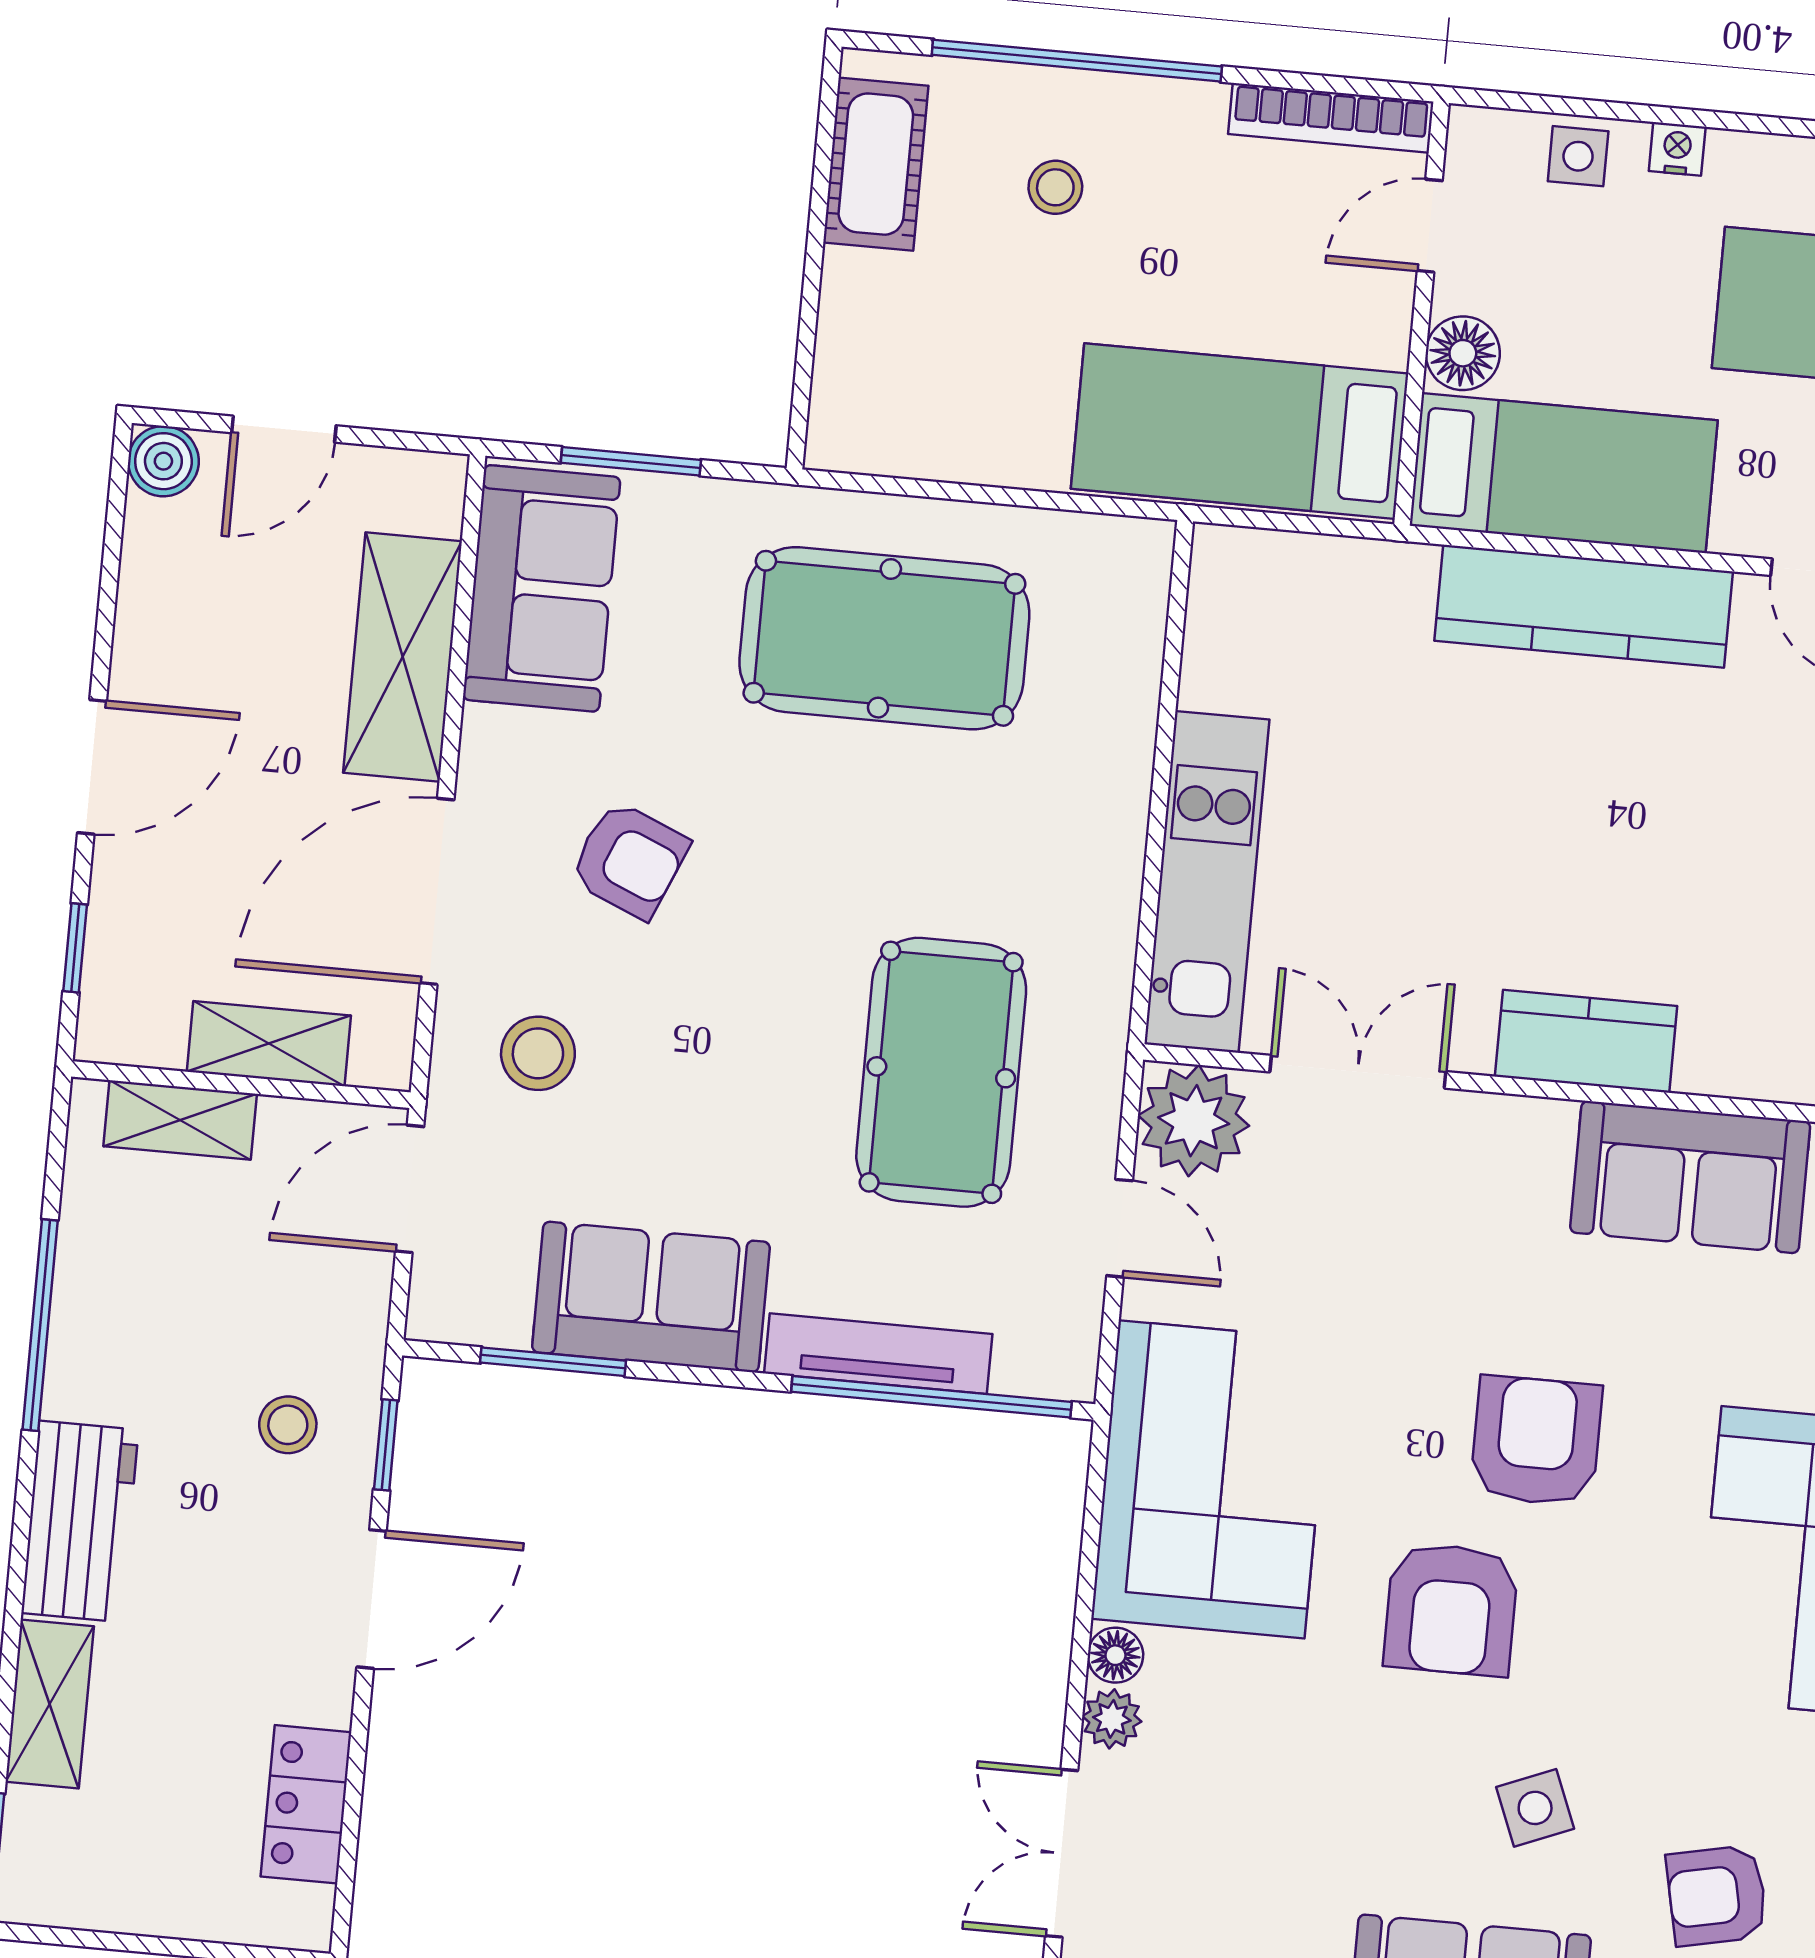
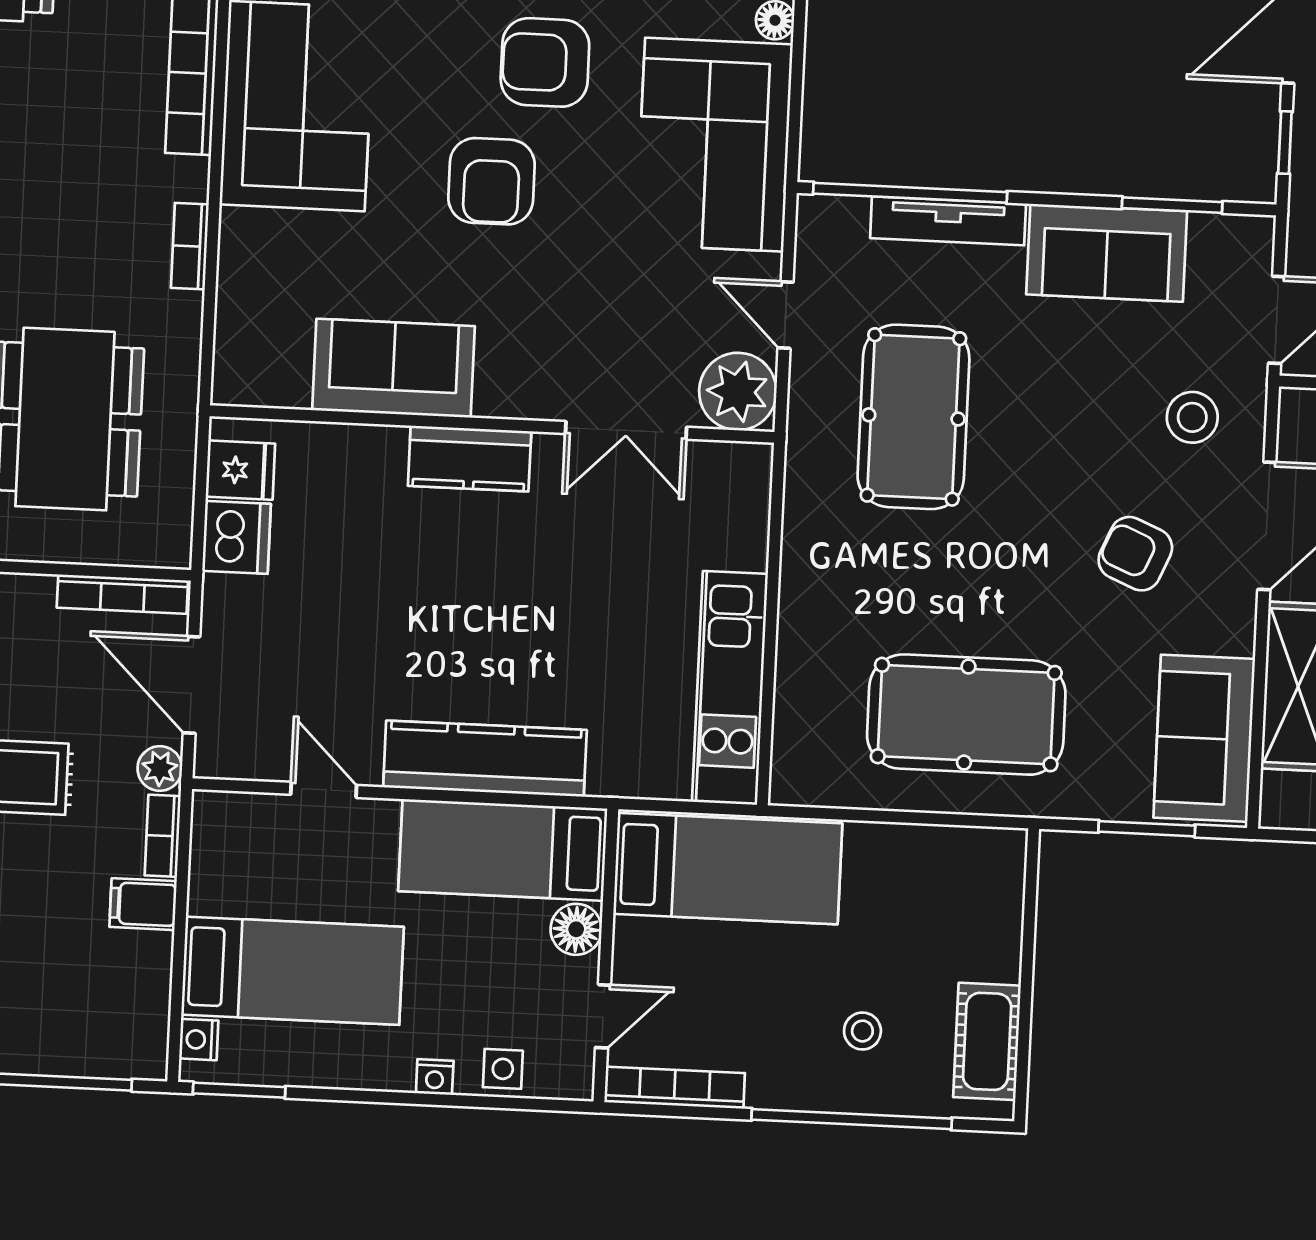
kitchen unit: (1207, 882) -> (730, 688), moved
armchair: (1451, 1609) -> (545, 62), turned -90

